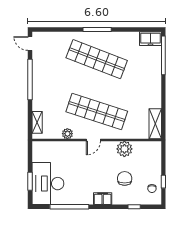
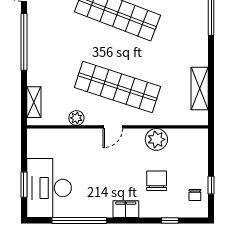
shelving: (155, 124) -> (200, 89), moved

